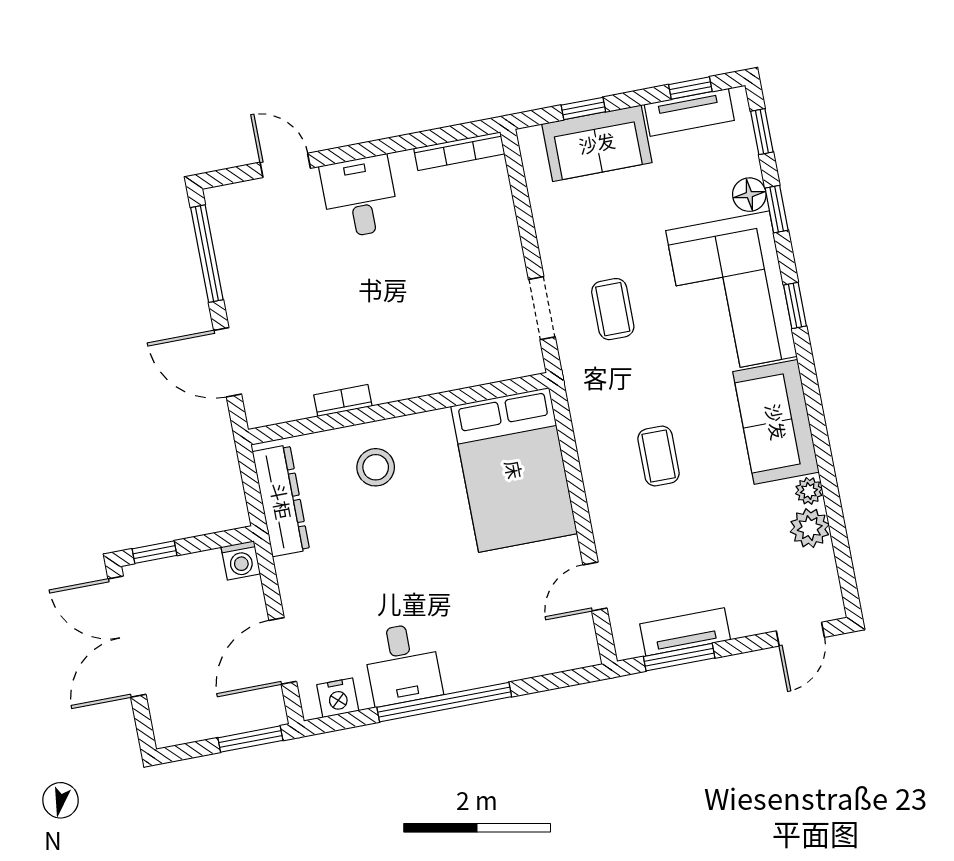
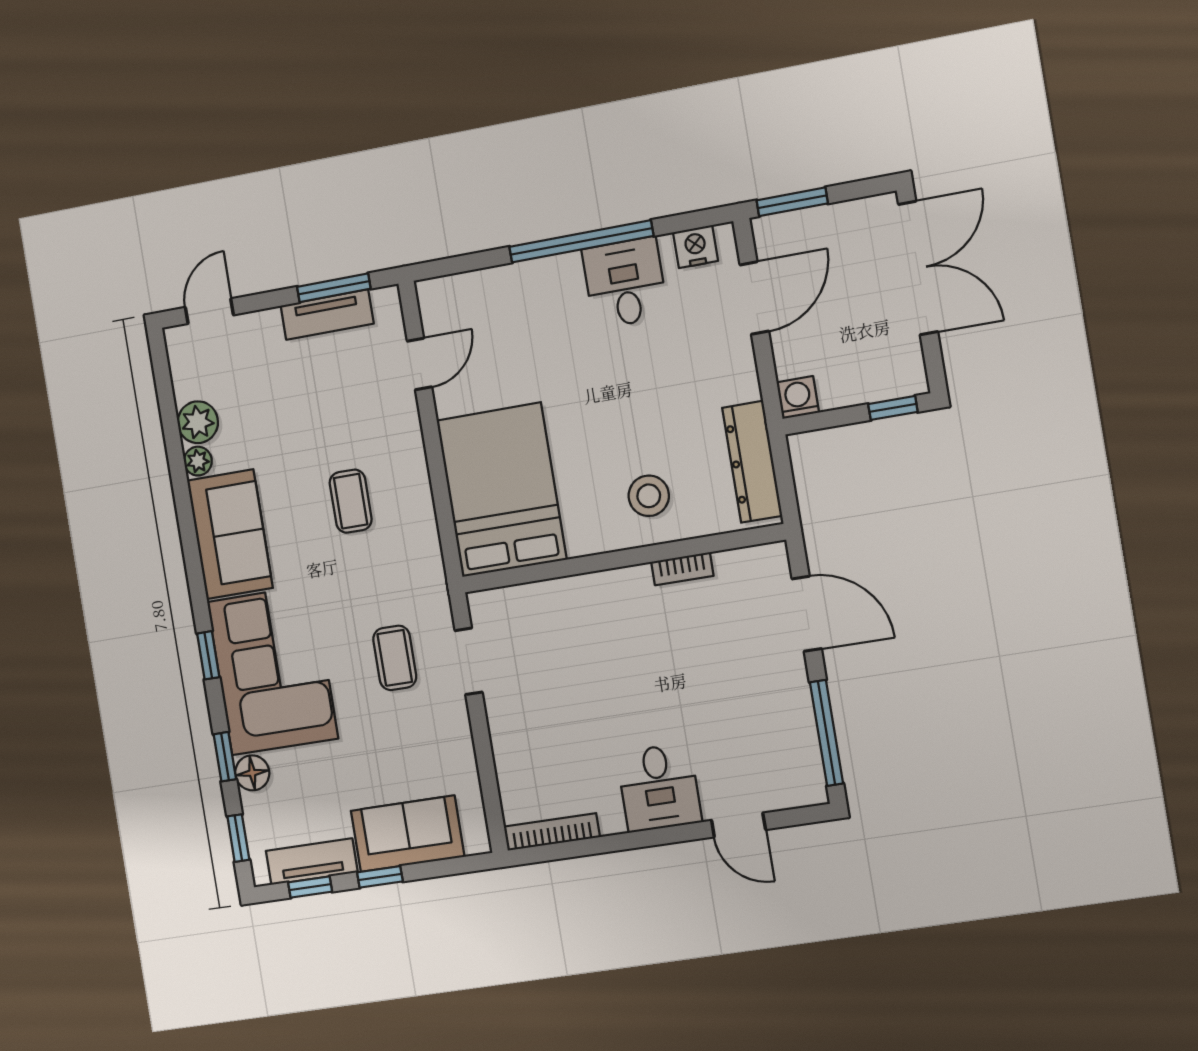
window: (583, 108) -> (380, 877), moved
double door: (127, 637) -> (918, 268), moved

